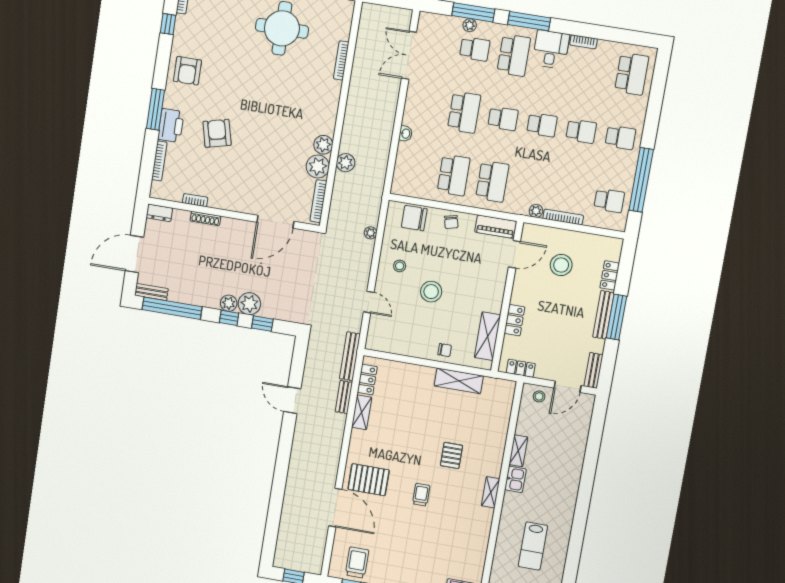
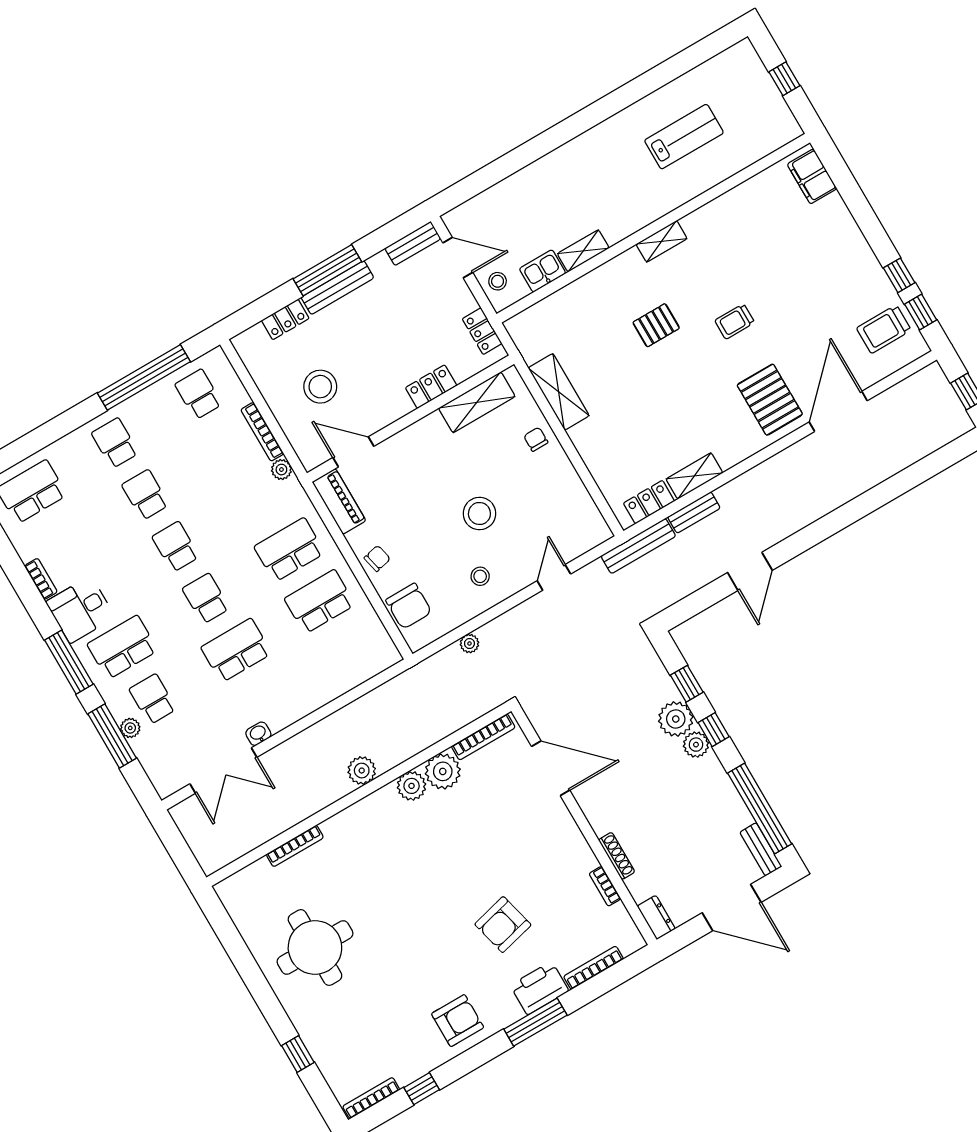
washbasin: (406, 134) -> (258, 734), moved
plant: (346, 163) -> (362, 771), moved
kitchen sink: (515, 479) -> (543, 271), moved

